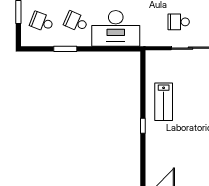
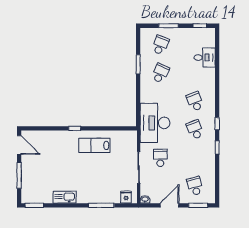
desk: (116, 28) -> (155, 123), moved

